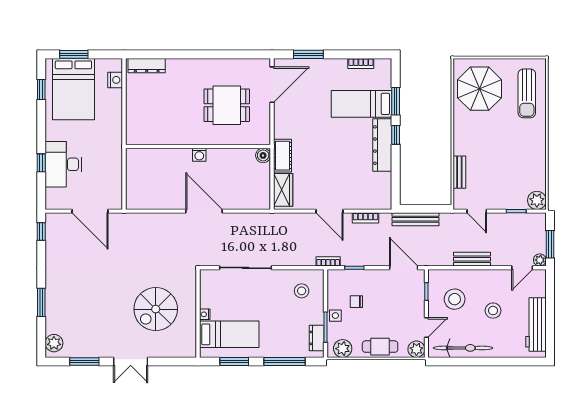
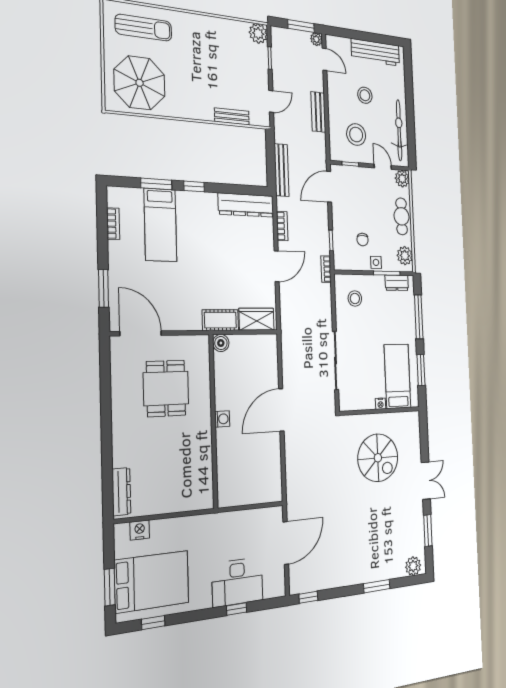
dresser: (382, 145) -> (246, 205), moved

